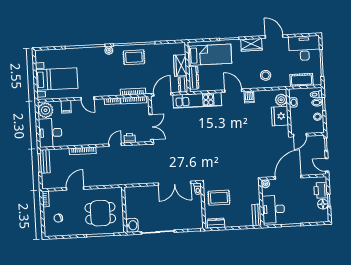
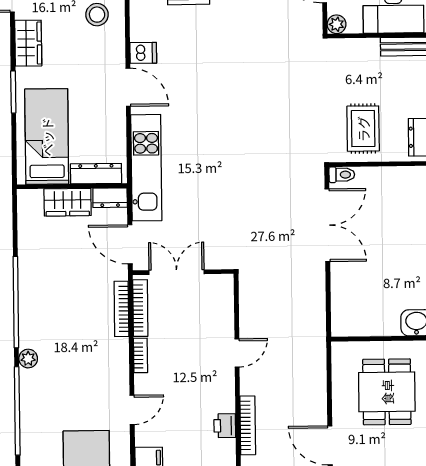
rug: (134, 57) -> (46, 304), removed
door: (233, 91) -> (128, 87), swing flipped
double door: (151, 127) -> (177, 272), moved
printer: (130, 138) -> (225, 426), moved
door: (115, 145) -> (237, 353), swing flipped

